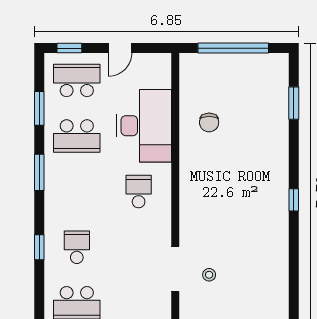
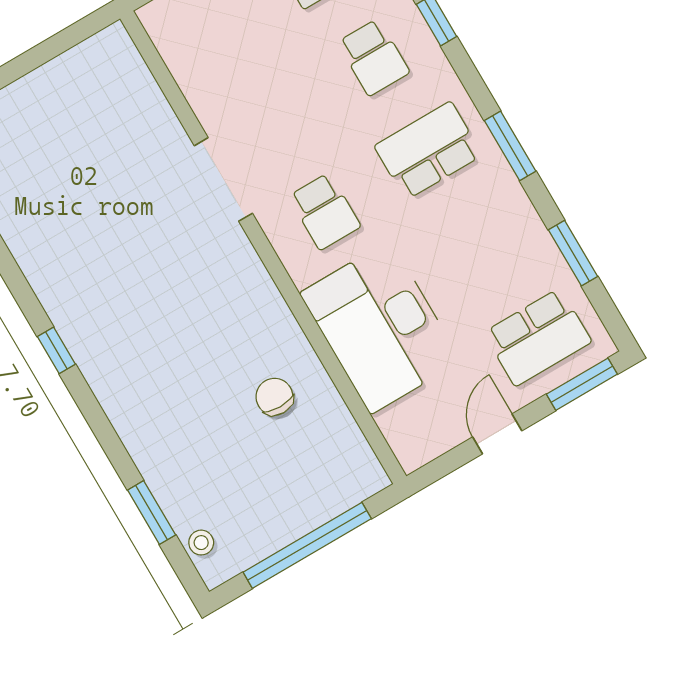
window: (69, 48) -> (582, 384), width x1.50
school desk: (77, 136) -> (428, 151), moved
doorway: (175, 269) -> (223, 179), moved
stool: (209, 275) -> (201, 543), moved

